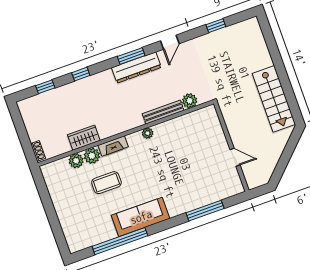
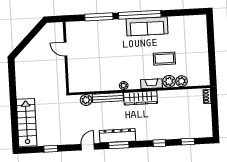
stairs: (274, 99) -> (27, 123), moved
wardrobe: (84, 138) -> (141, 98), moved, width x1.50
window: (120, 241) -> (140, 15), moved

